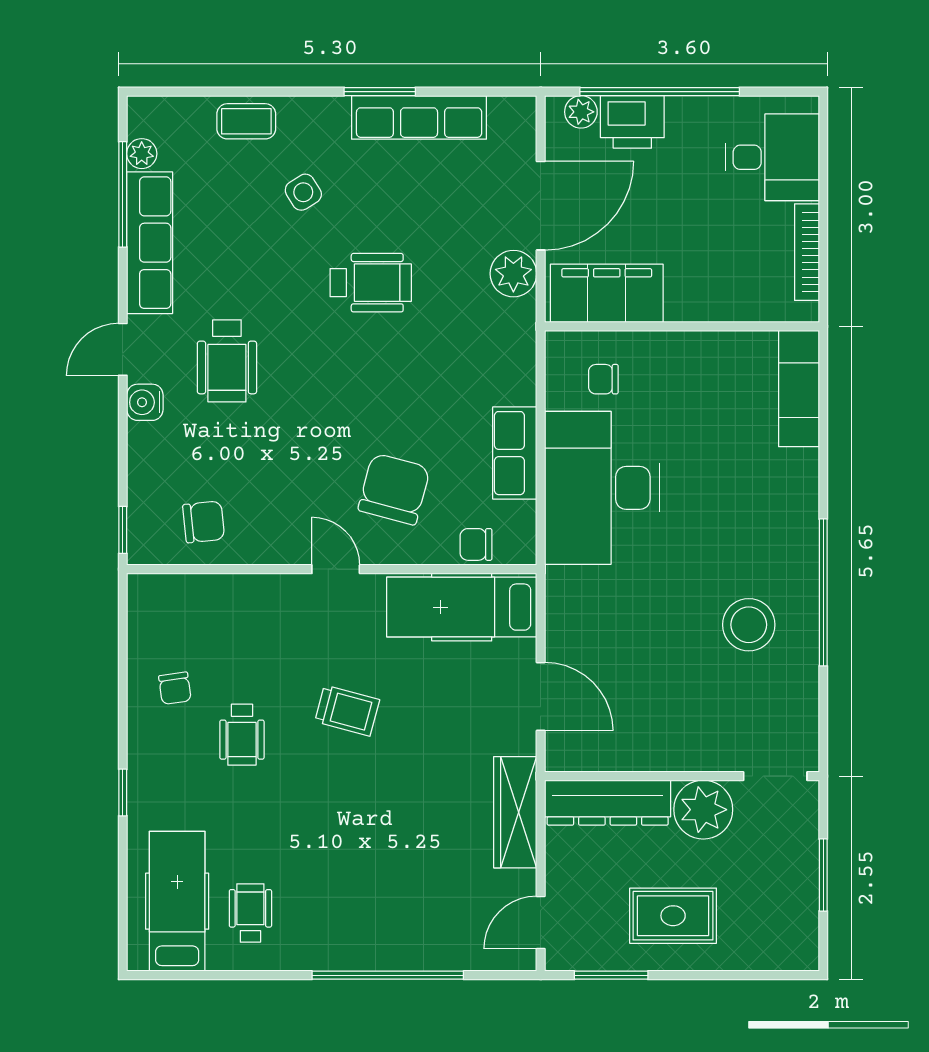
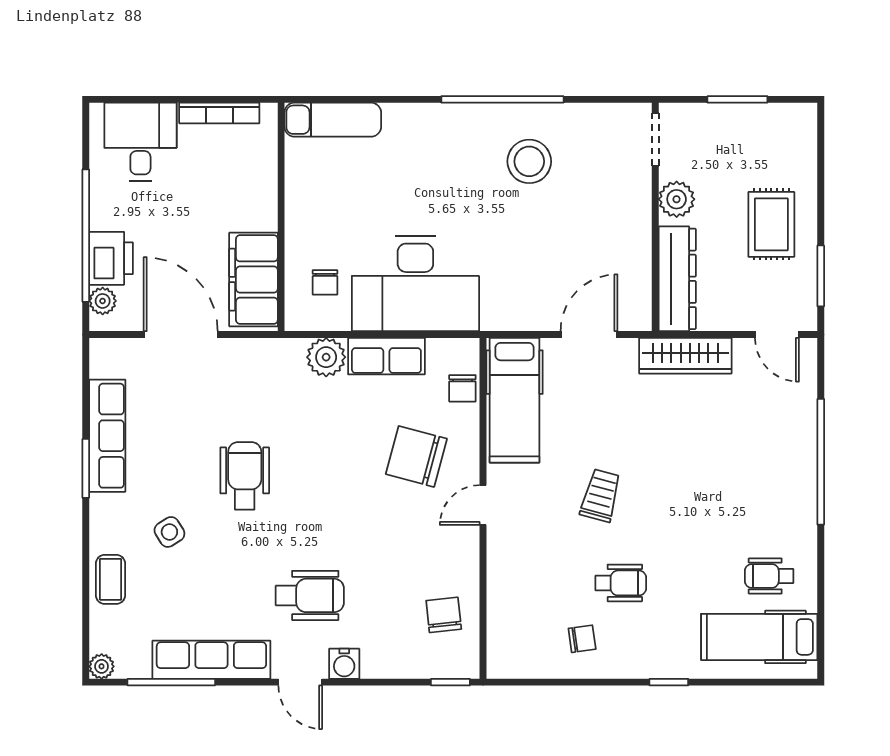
plant: (142, 154) -> (102, 666), moved
plant: (513, 274) -> (326, 357), moved
plant: (703, 810) -> (677, 199), width x0.73, depth x0.73

